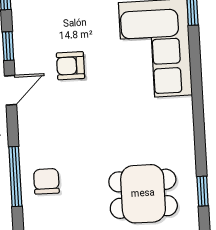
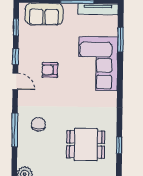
door: (10, 90) -> (15, 81), hinge flipped
chair: (46, 181) -> (38, 124), moved

